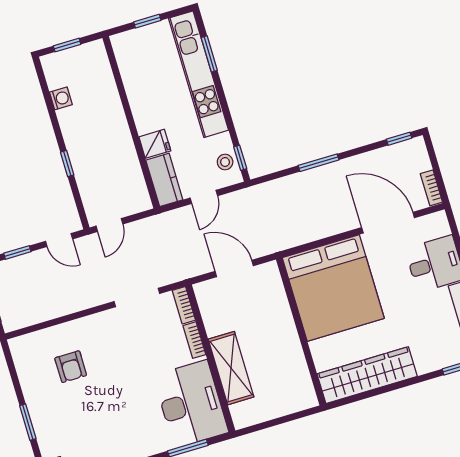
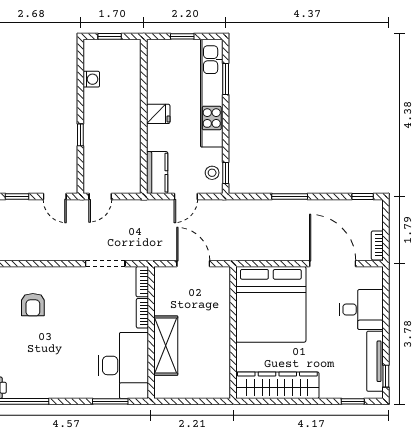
fridge: (155, 144) -> (158, 114), moved

